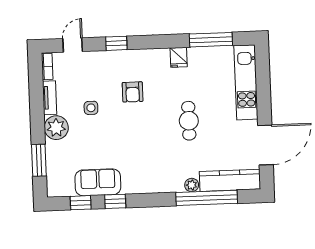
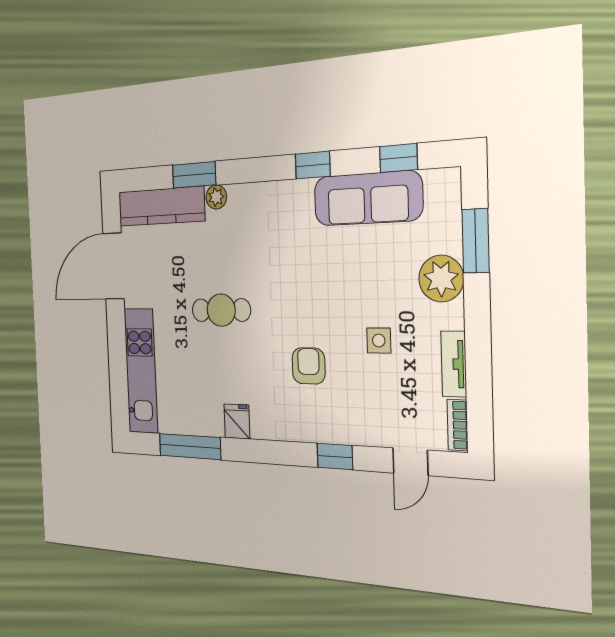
cafe table: (189, 121) -> (221, 310), turned 90
plant: (56, 128) -> (441, 279), moved
sofa: (98, 182) -> (368, 198), width x1.36
window: (207, 198) -> (194, 175), width x0.47
window: (115, 201) -> (313, 165), moved

